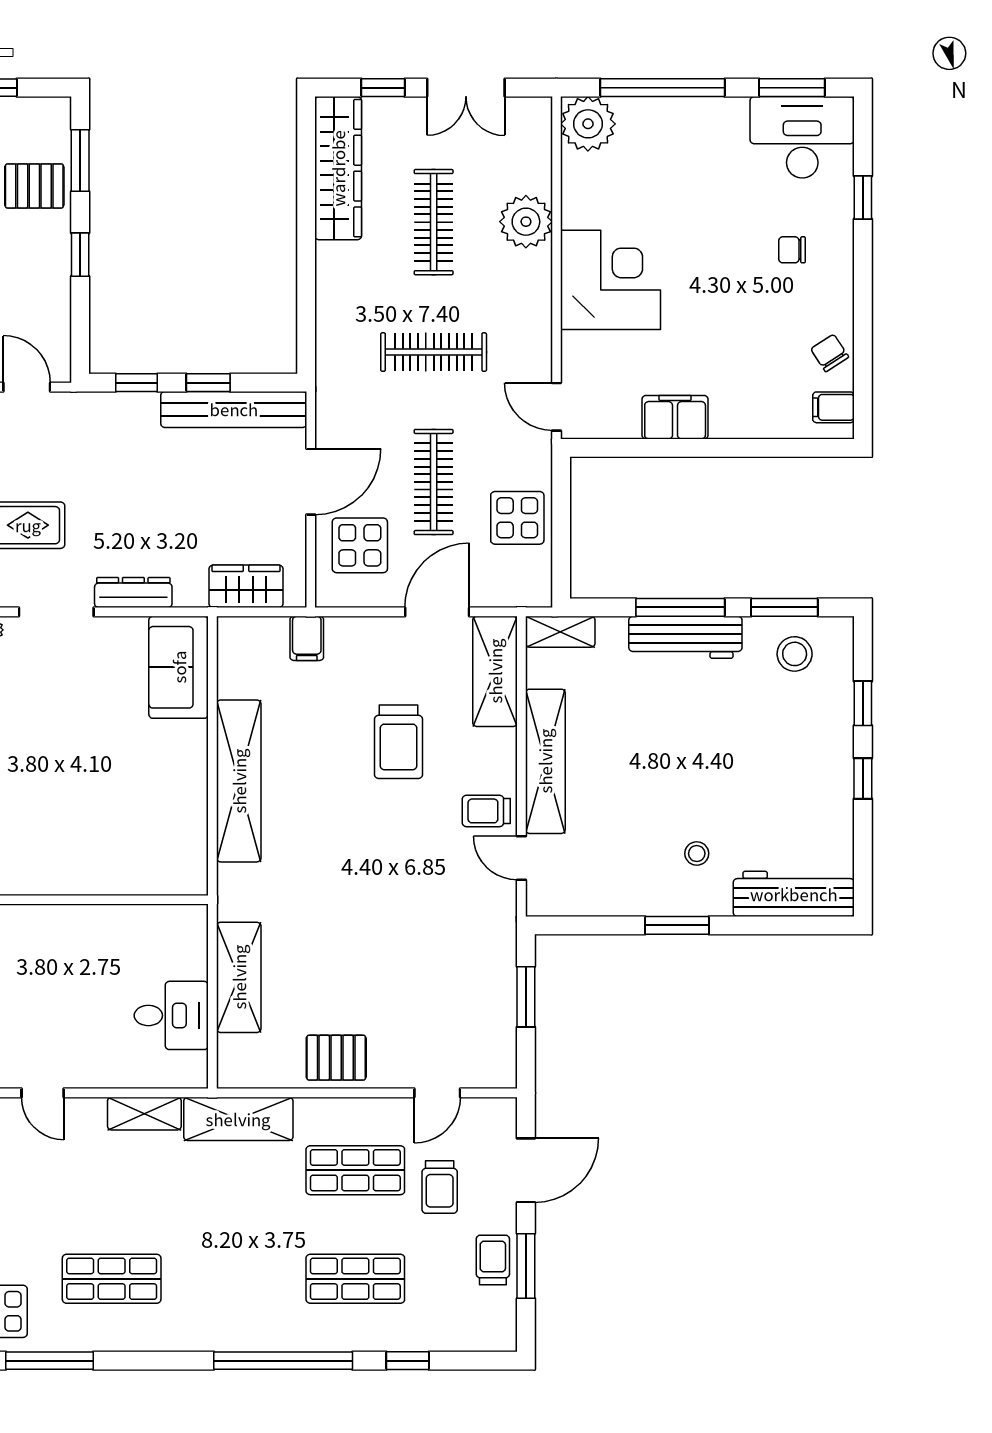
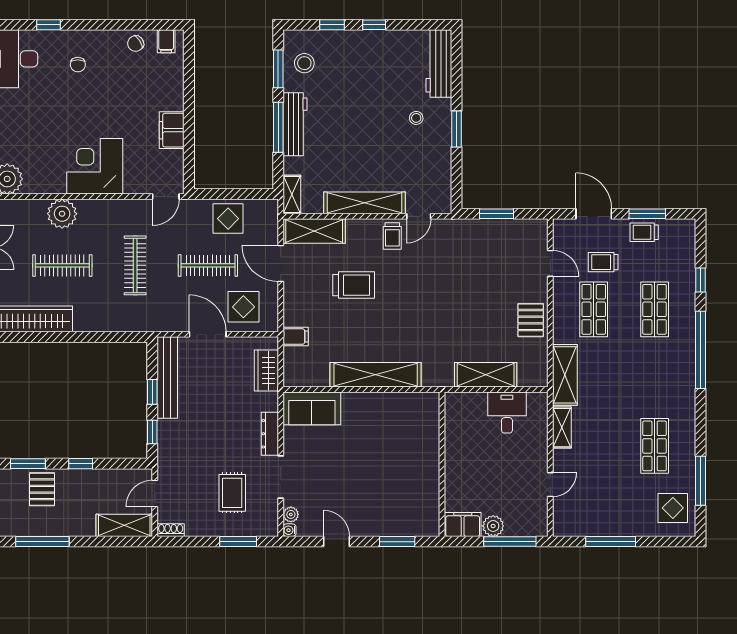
trolley: (440, 1187) -> (603, 262), turned 180

